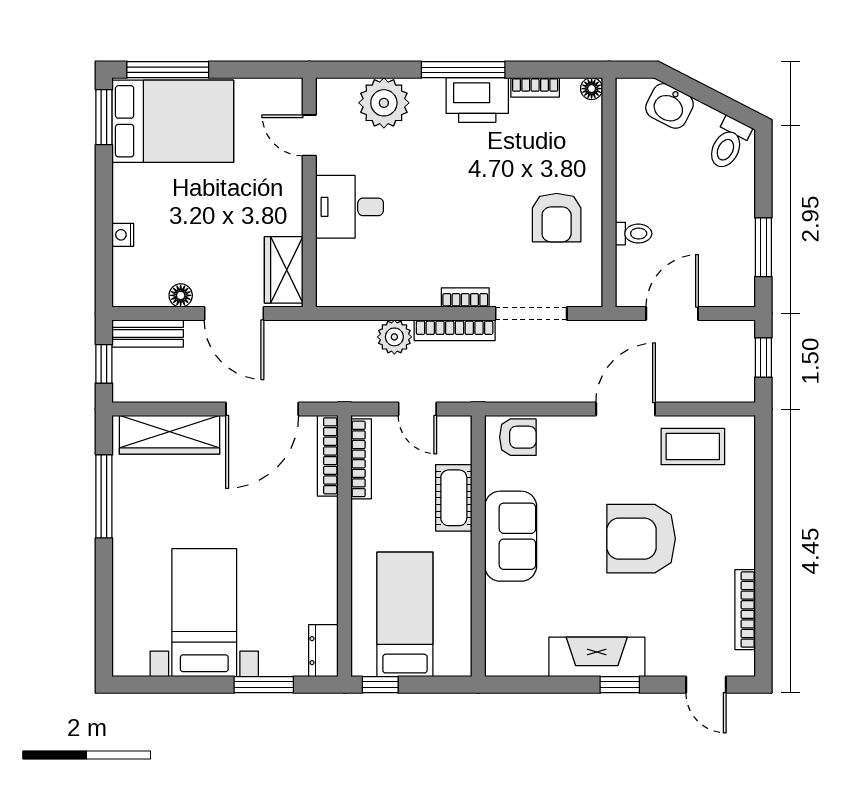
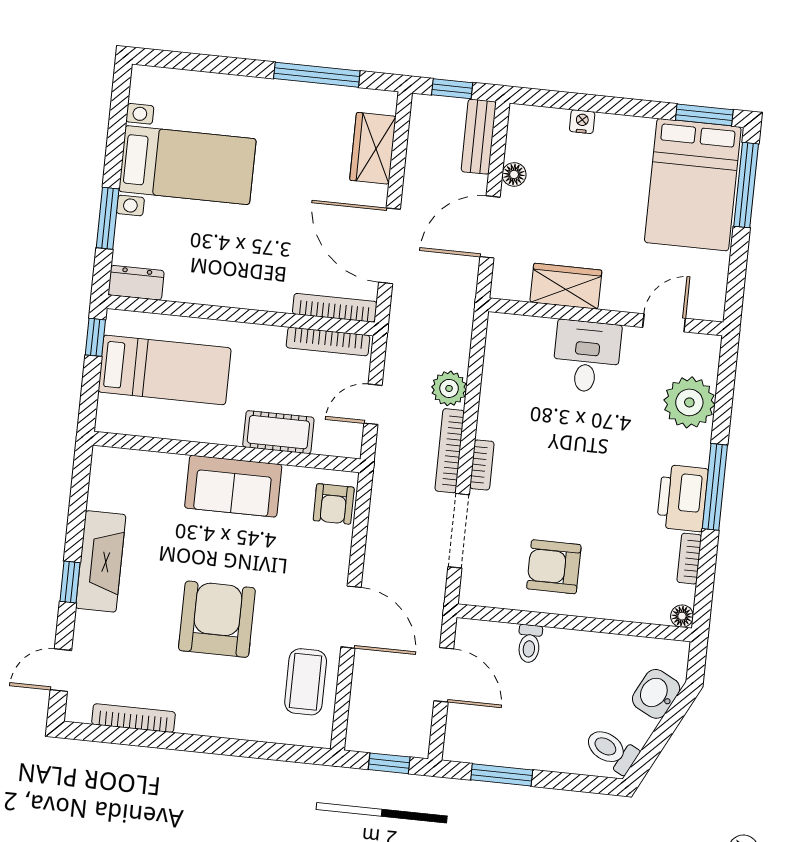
wardrobe: (284, 270) -> (566, 286), moved
wardrobe: (169, 435) -> (373, 148), width x0.67

